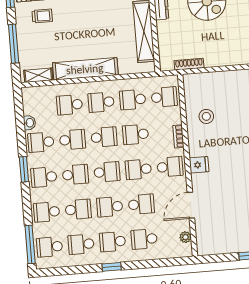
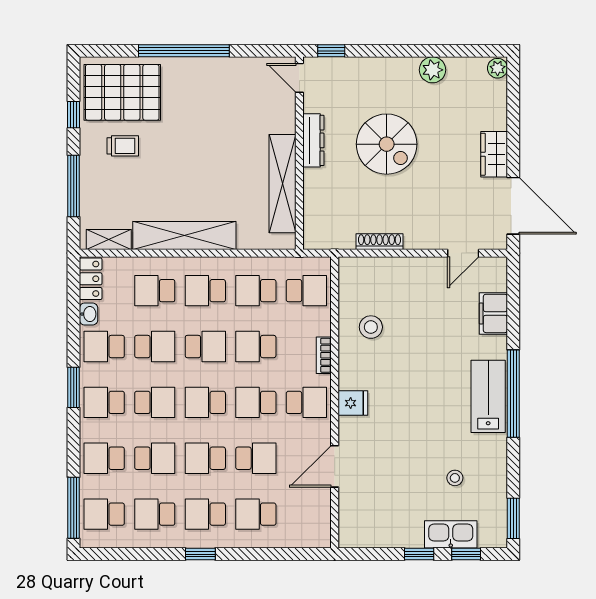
shoe rack: (189, 64) -> (380, 242), moved
locker: (29, 101) -> (91, 279), added
school desk: (107, 172) -> (205, 402), turned 180
plant: (185, 237) -> (322, 516), removed

